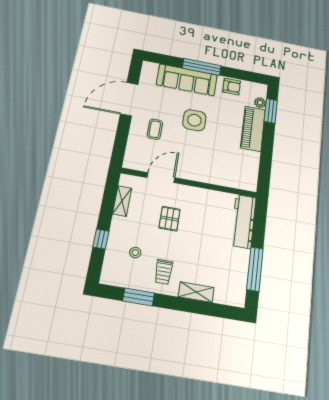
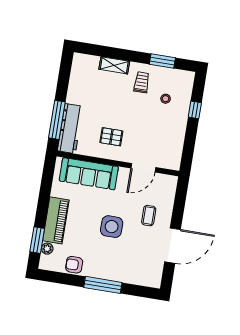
sofa: (187, 80) -> (89, 174), moved, turned 180
shelving: (122, 201) -> (177, 145), removed
pallet: (170, 219) -> (111, 137), moved, turned 90
window: (255, 269) -> (57, 120), moved

